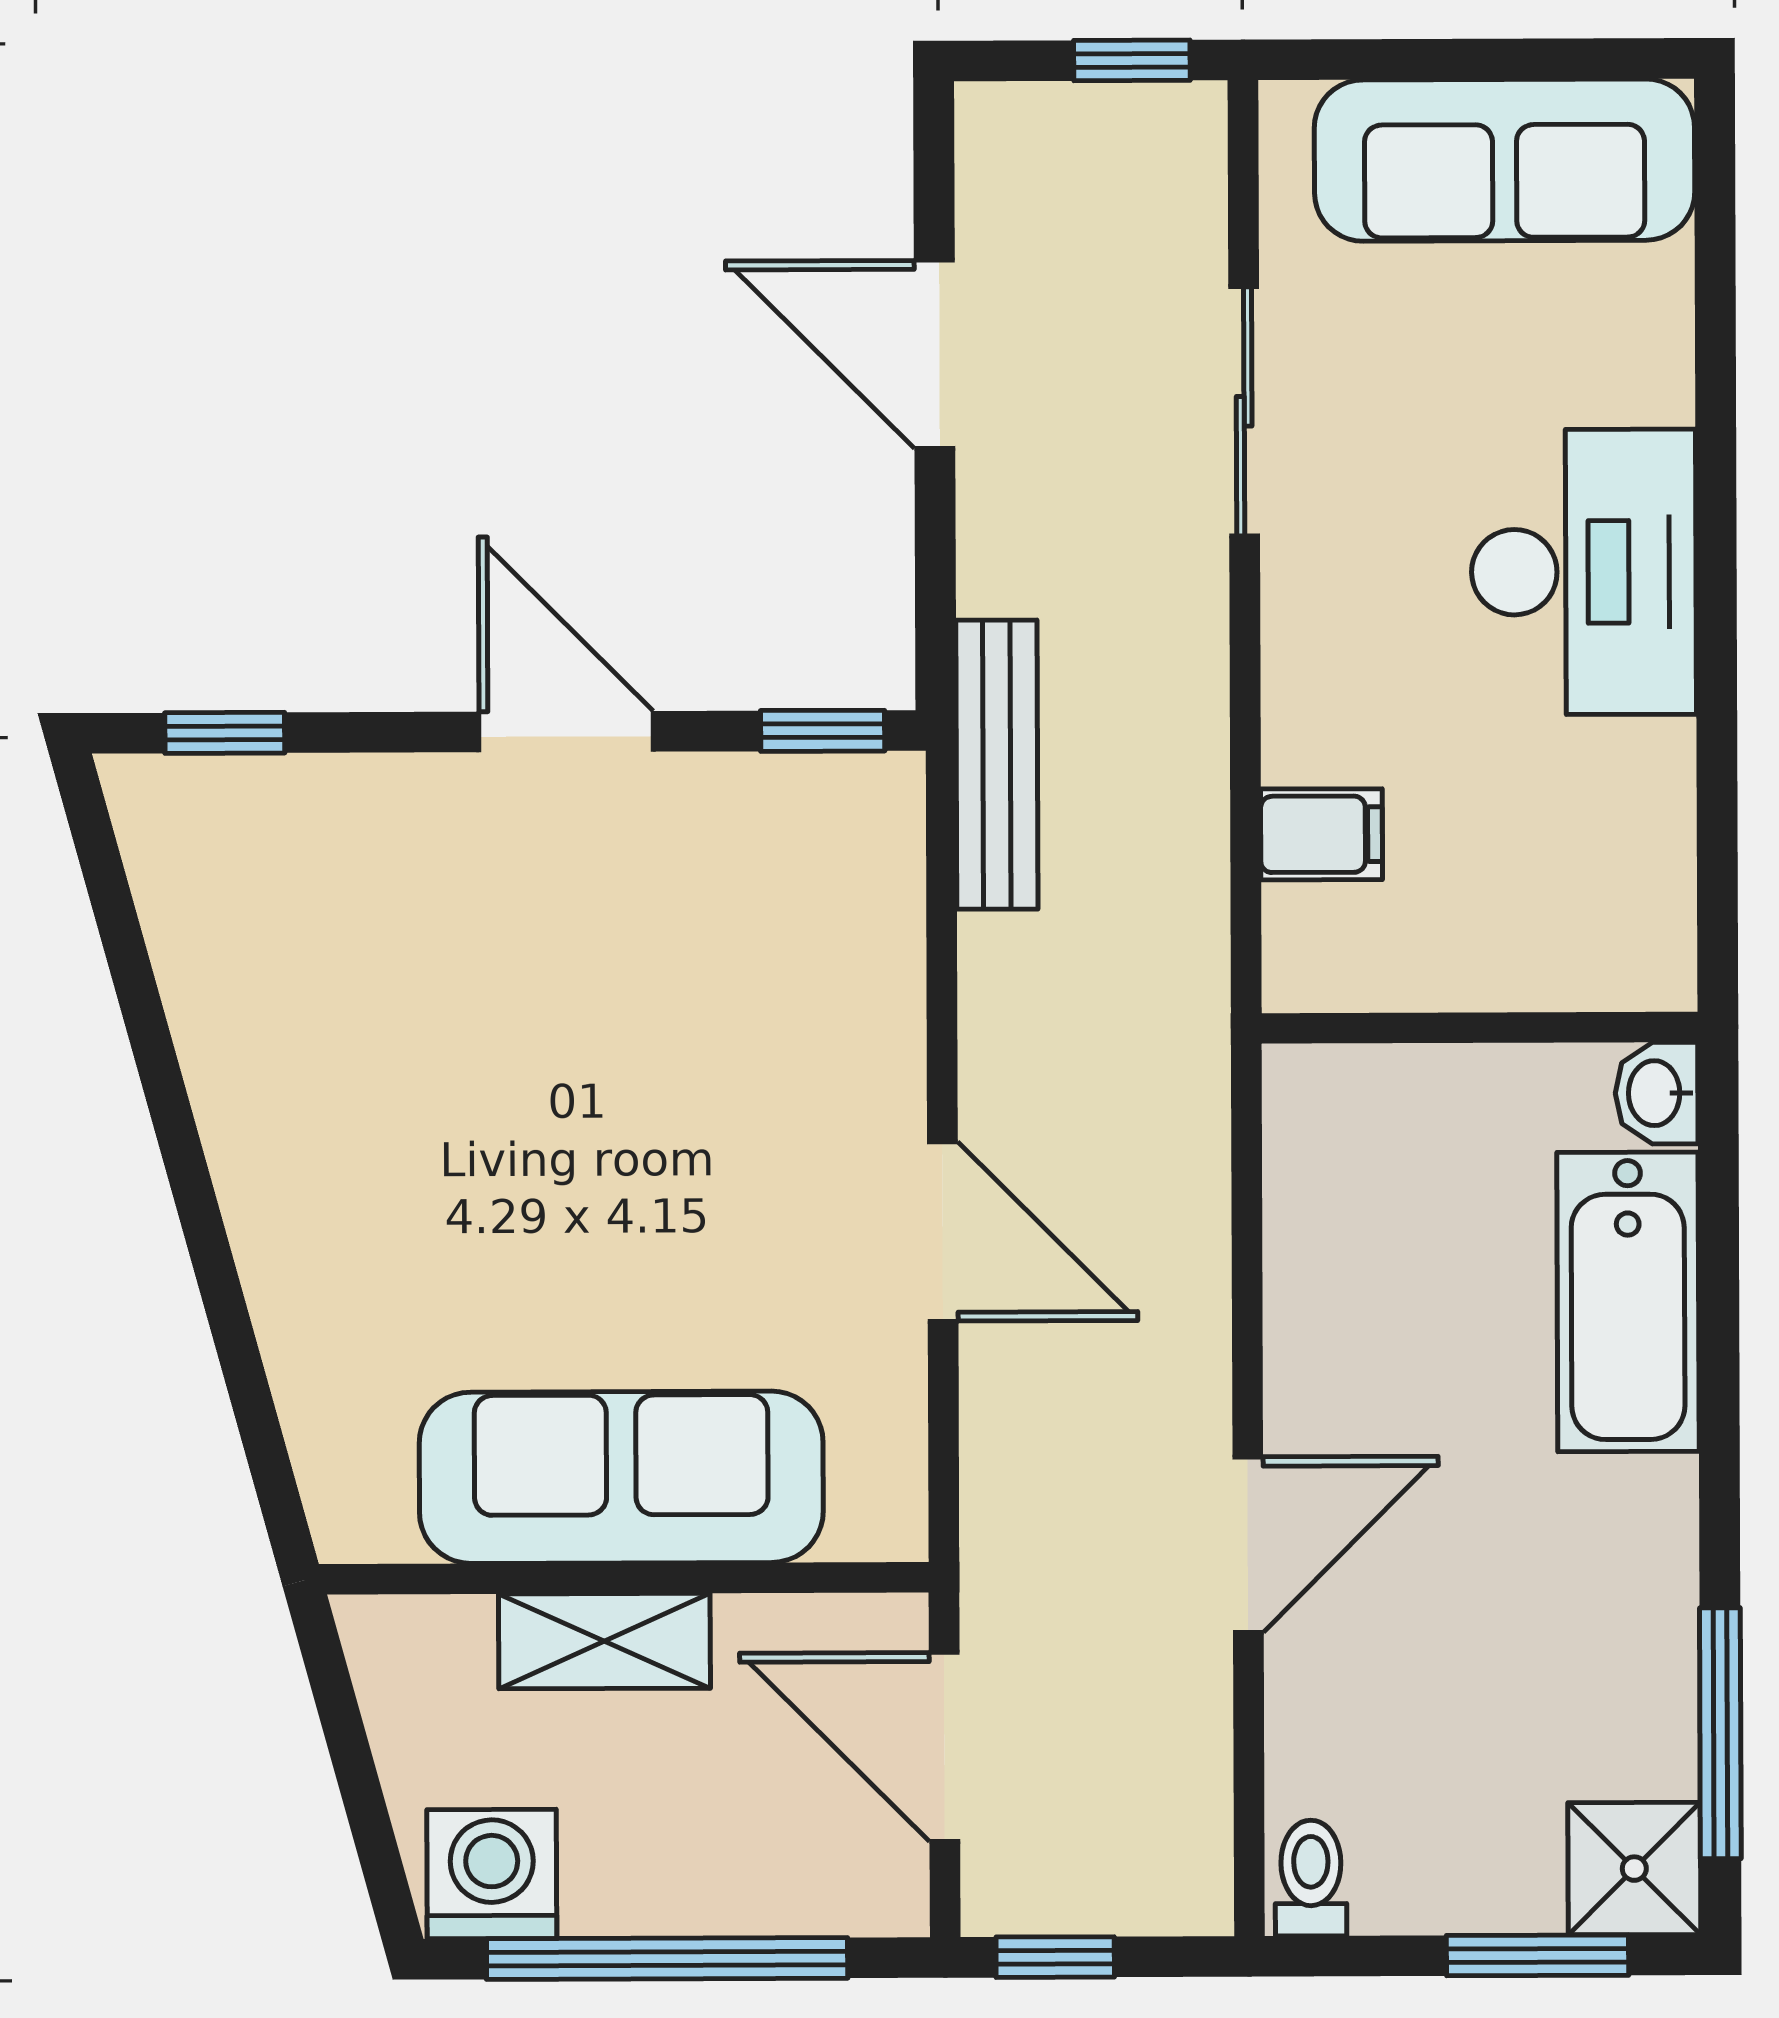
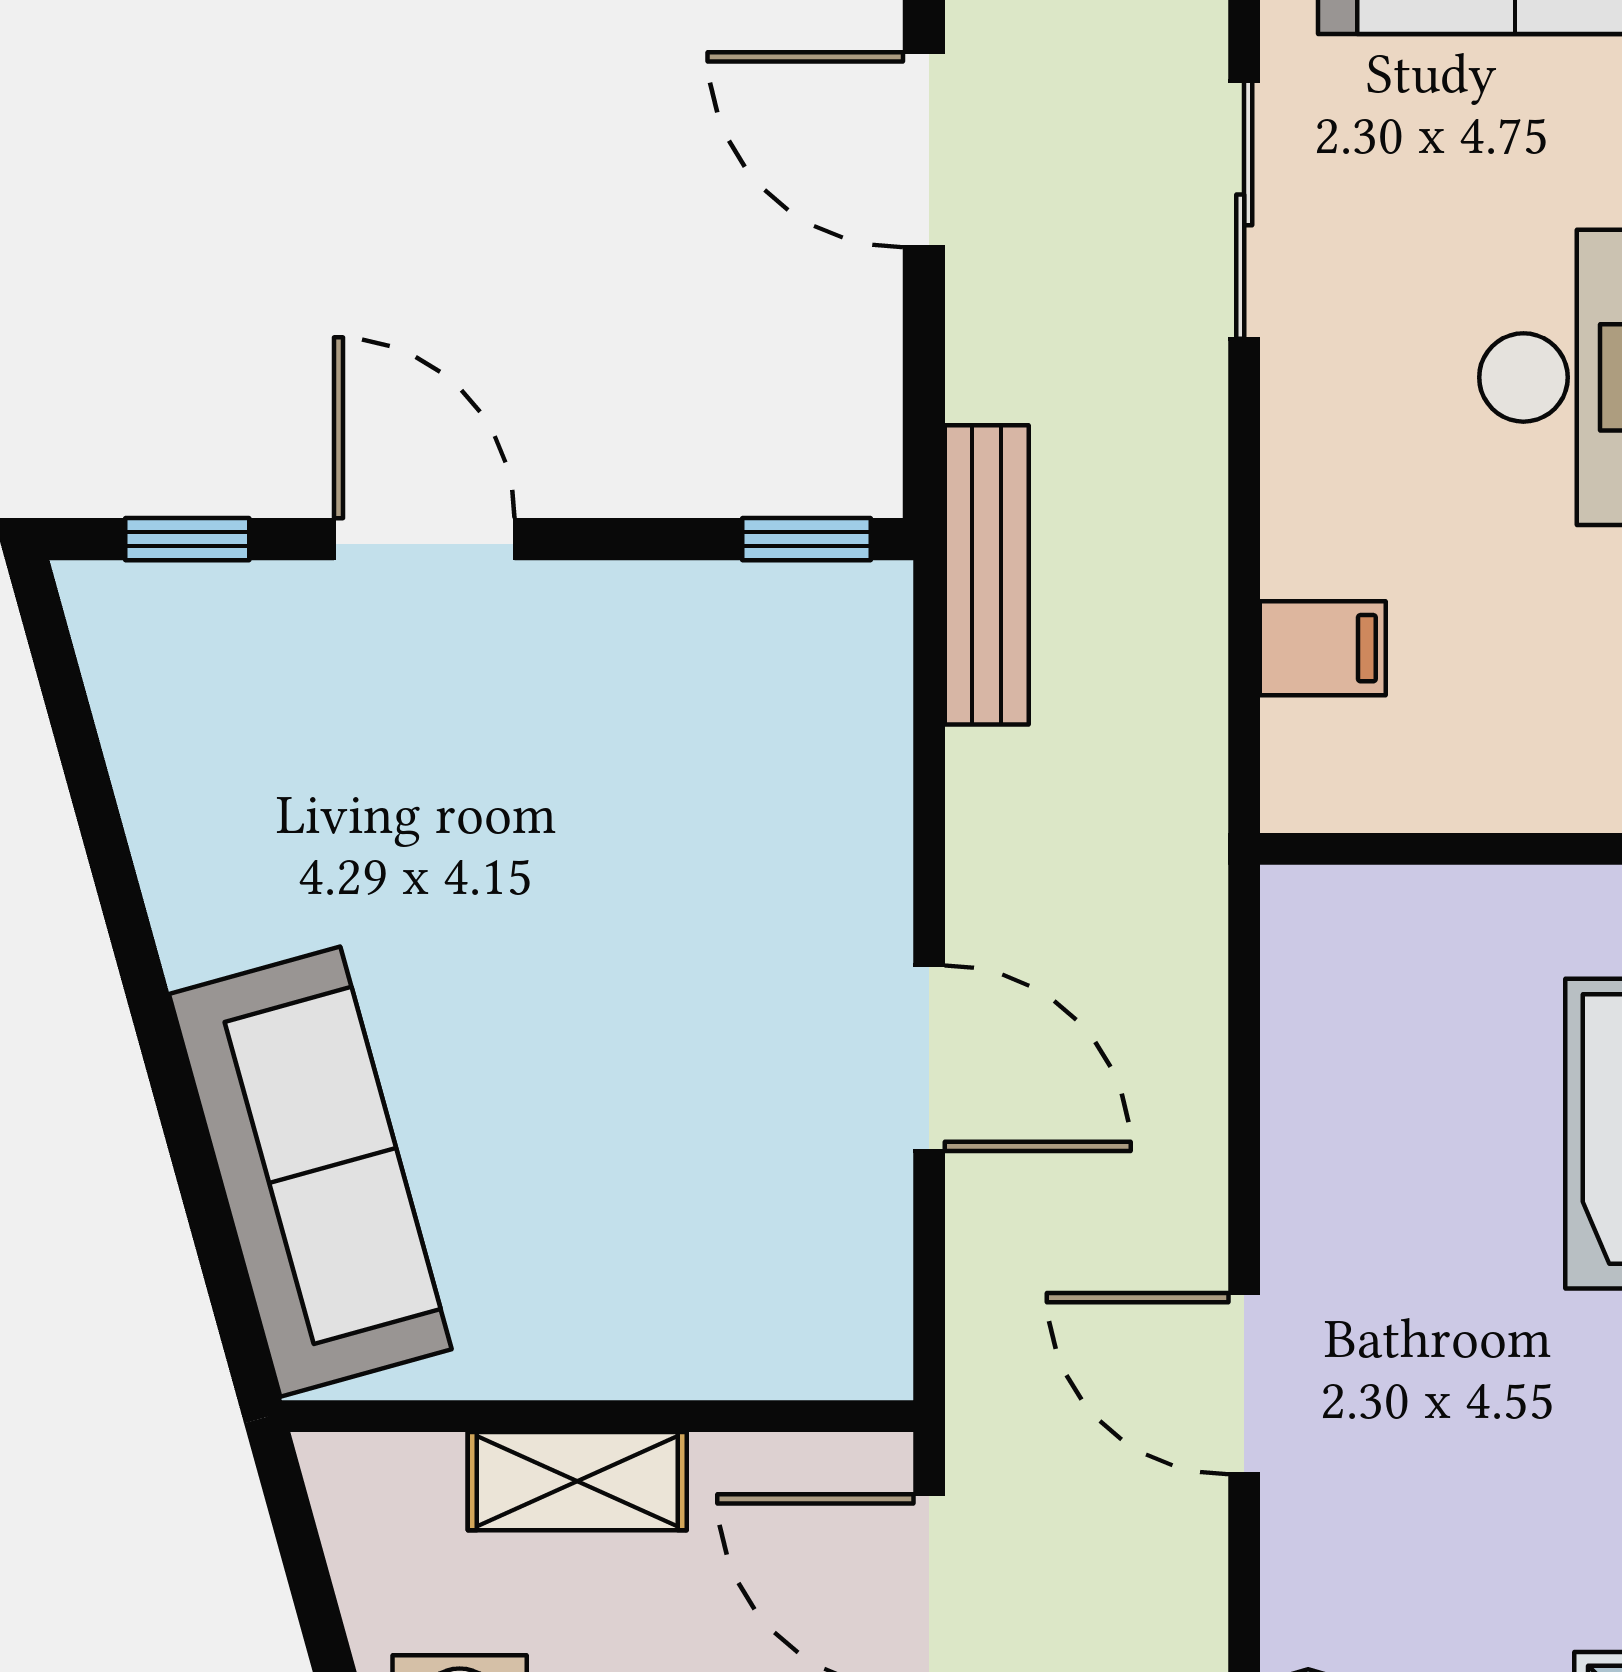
door: (566, 732) -> (424, 539), moved
sofa: (621, 1477) -> (310, 1172), moved, turned 75
door: (1248, 1545) -> (1244, 1384), swing flipped

